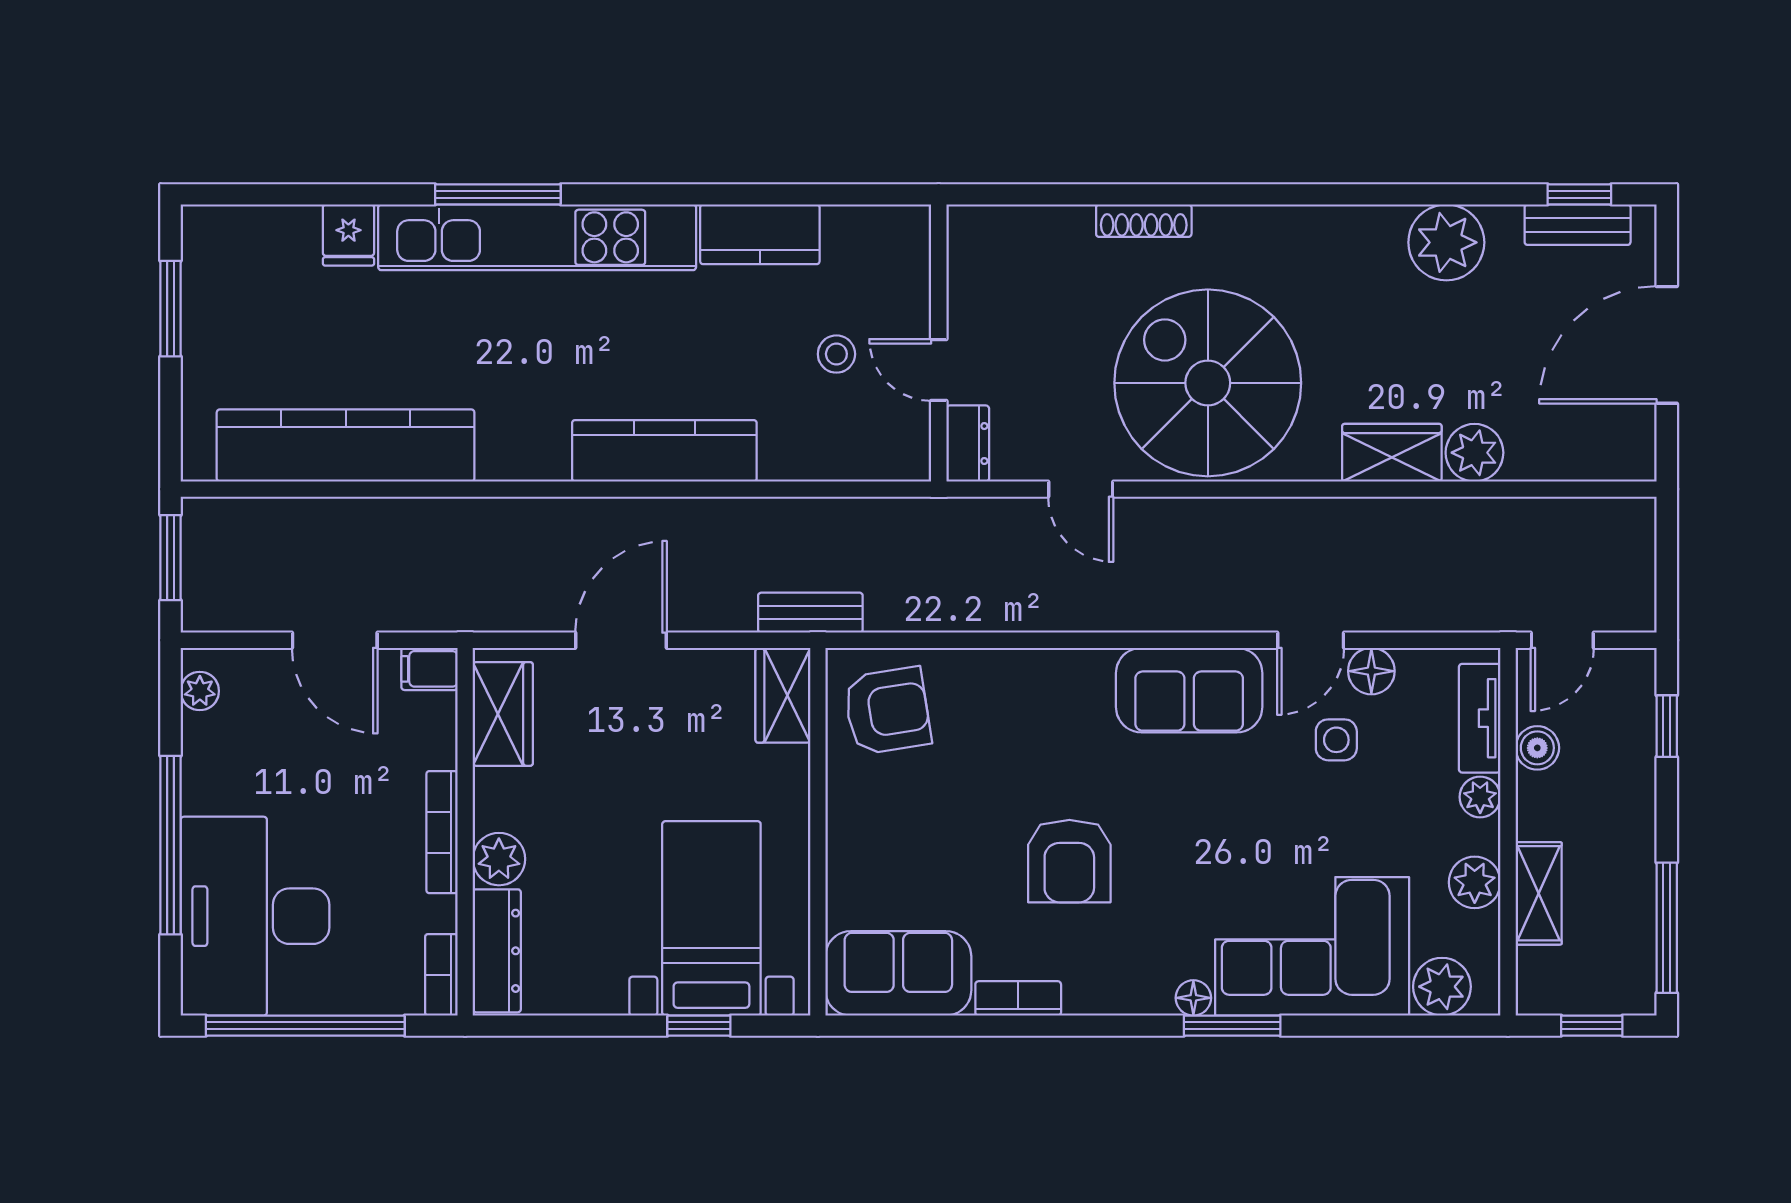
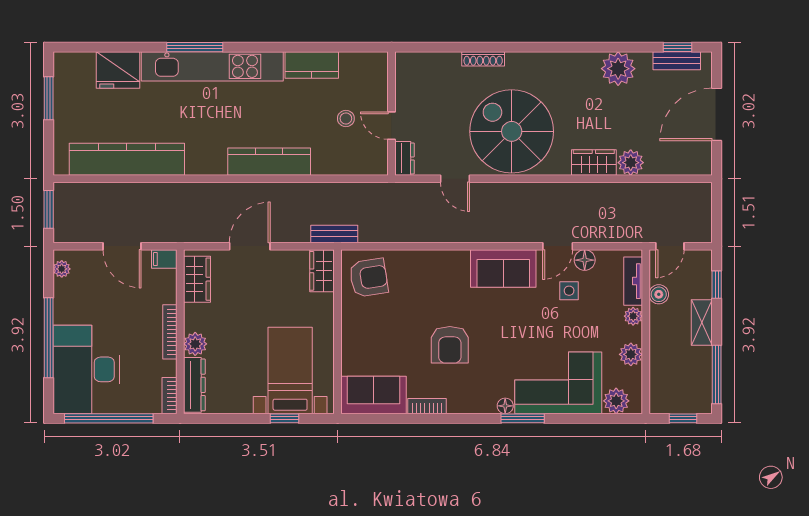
fridge: (348, 235) -> (118, 70), width x1.88, depth x1.34
shelving: (1539, 893) -> (702, 322), moved

